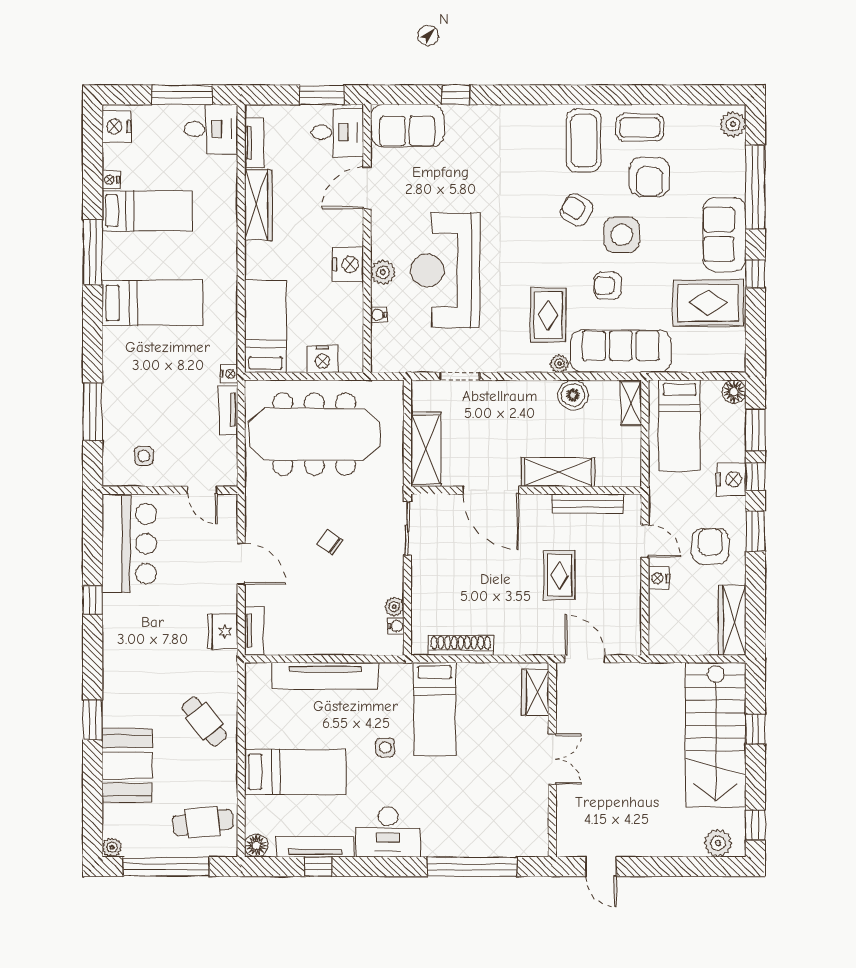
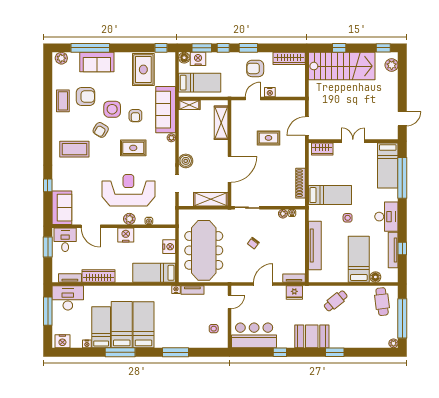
desk: (211, 129) -> (68, 298), width x1.37
coffee table: (584, 140) -> (74, 149), moved
sofa: (724, 234) -> (97, 62), moved
bed: (153, 256) -> (122, 325), added
reception desk: (445, 270) -> (128, 190), turned 180
window: (755, 274) -> (161, 48), moved
rug: (548, 315) -> (133, 148), moved
boiler: (573, 395) -> (186, 161), moved
window: (93, 412) -> (175, 352), moved
shelving: (558, 472) -> (221, 123), moved
nightstand: (731, 479) -> (198, 59), moved
bench: (588, 504) -> (236, 125), removed
booth: (127, 765) -> (312, 336), moved
bed: (499, 835) -> (388, 165), added
floor lamp: (256, 846) -> (375, 277), moved

